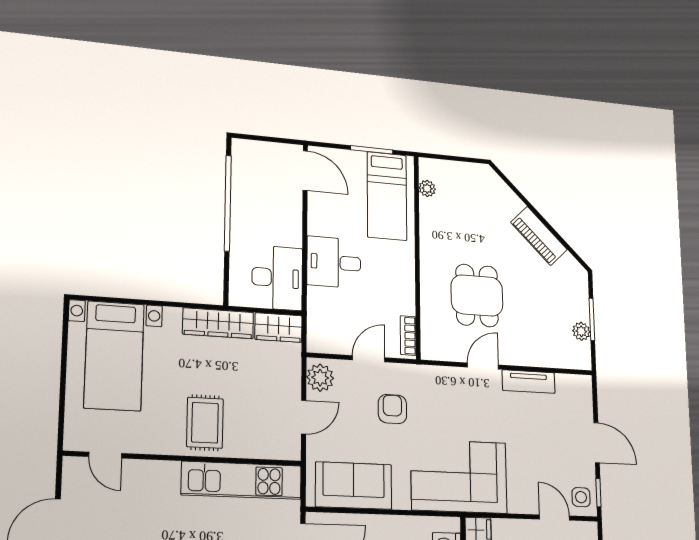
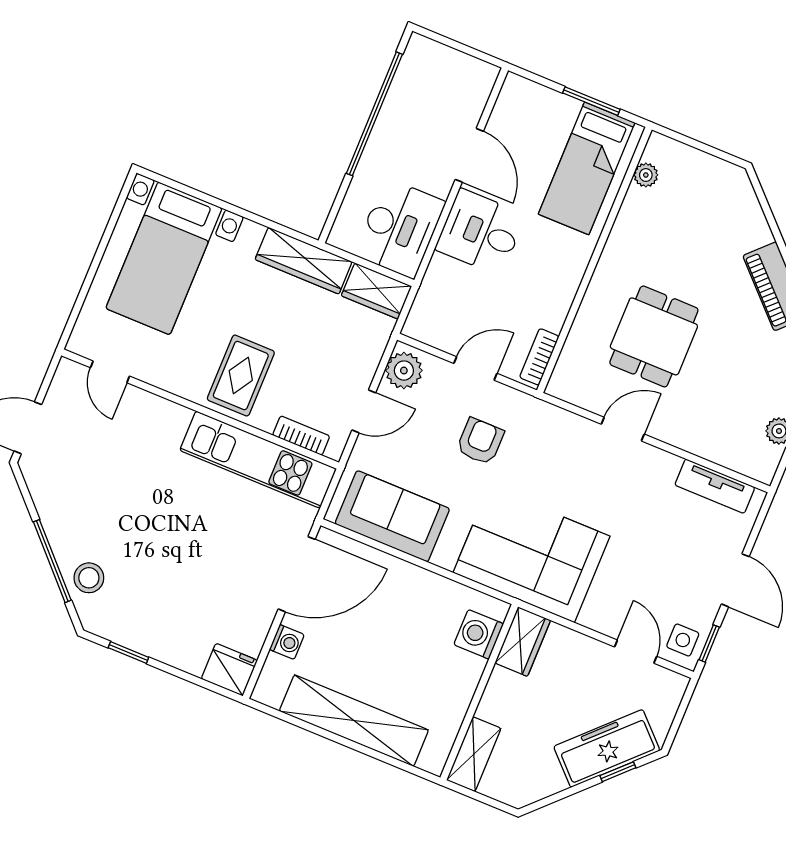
door: (305, 170) -> (469, 155), moved
tv unit: (529, 382) -> (715, 486), moved
bookcase: (266, 451) -> (301, 436), added

